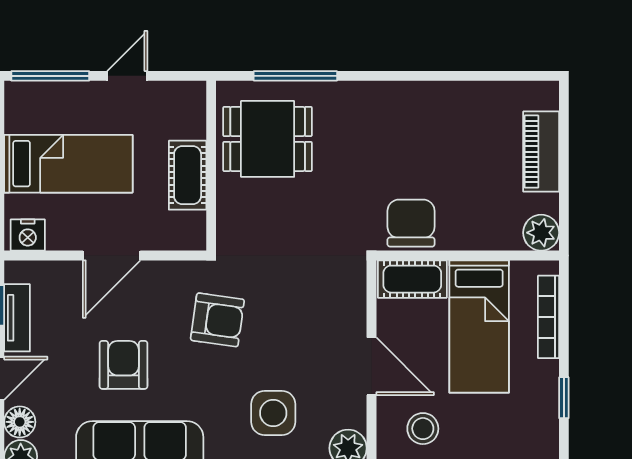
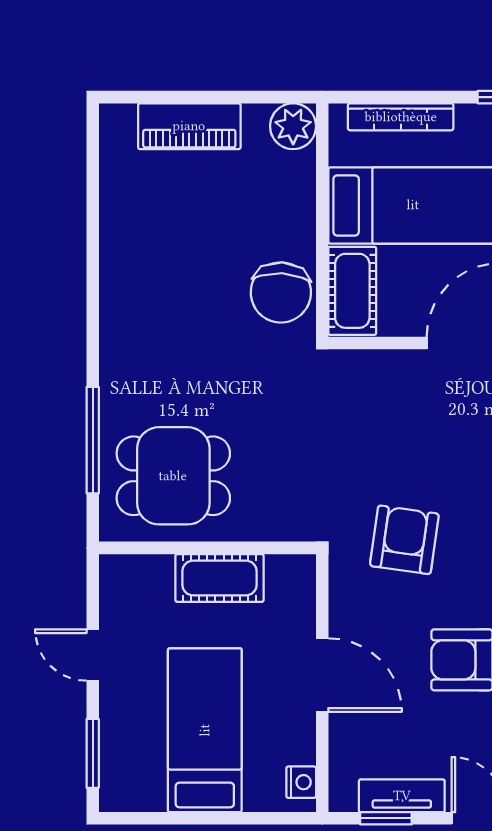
window: (50, 76) -> (93, 753), width x0.69
dining table: (268, 139) -> (173, 476), turned 90
chair: (411, 223) -> (281, 292), turned -87
nightstand: (28, 235) -> (301, 782), width x0.72, depth x0.74

